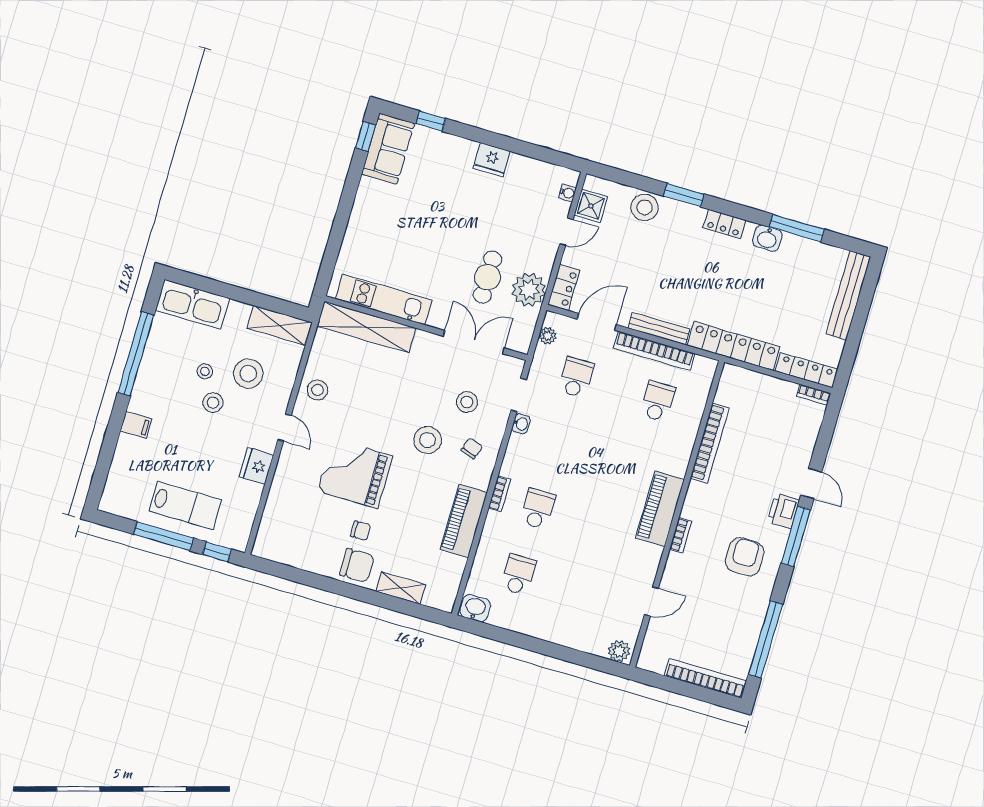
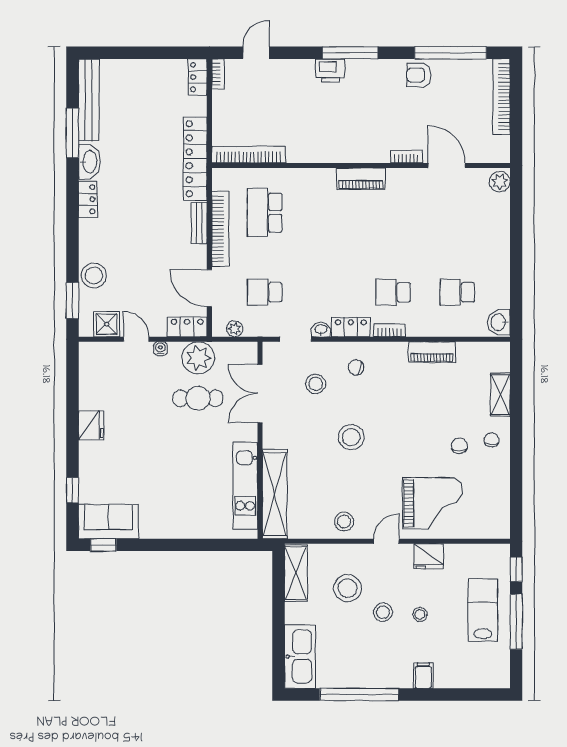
water cooler: (568, 193) -> (160, 348), moved
window: (684, 195) -> (72, 300), moved
washbasin: (767, 238) -> (89, 162), width x1.38
bench: (848, 295) -> (89, 100), moved, turned 90
bench: (659, 329) -> (199, 223), width x0.73
locker: (807, 370) -> (198, 77), width x0.66
stool: (205, 371) -> (420, 614), moved
school desk: (658, 401) -> (265, 213), width x1.85
stool: (428, 440) -> (351, 437), moved
bookcase: (710, 443) -> (249, 155), moved
locker: (515, 455) -> (351, 327), added
grand piano: (355, 473) -> (433, 503), moved, turned -90
door: (811, 484) -> (256, 53), moved
piano: (660, 509) -> (361, 179), width x0.73, depth x0.75
piano: (464, 521) -> (432, 352), width x0.73, depth x0.75
bookcase: (680, 535) -> (406, 157), moved
armchair: (745, 557) -> (419, 75), moved, width x0.72, depth x0.72
chair: (357, 565) -> (491, 440), width x0.54, depth x0.54
door: (651, 601) -> (446, 166), width x1.38

